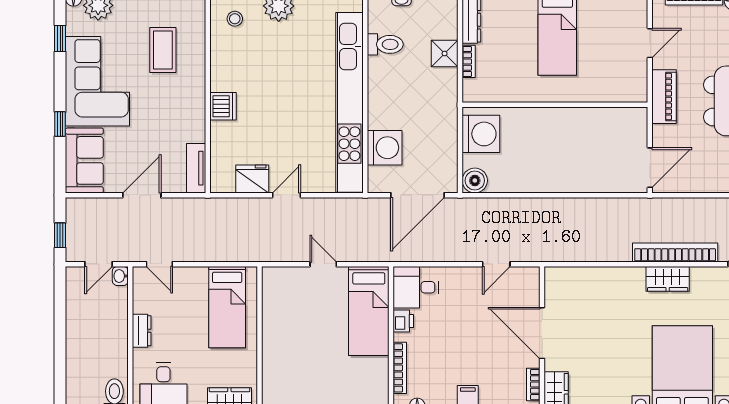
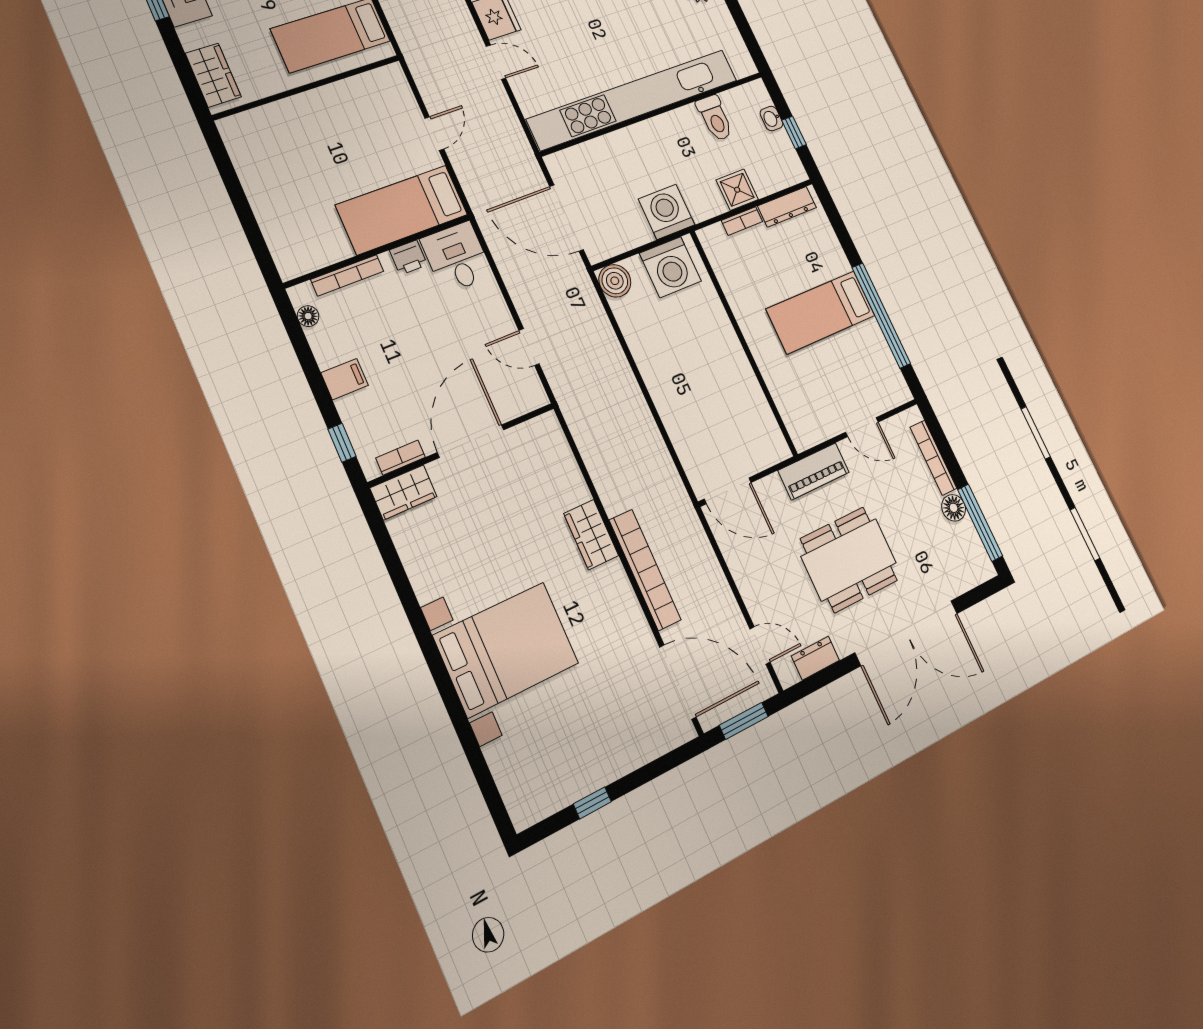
washing machine: (385, 148) -> (667, 212), moved, turned 180
wardrobe: (668, 279) -> (591, 535), moved

